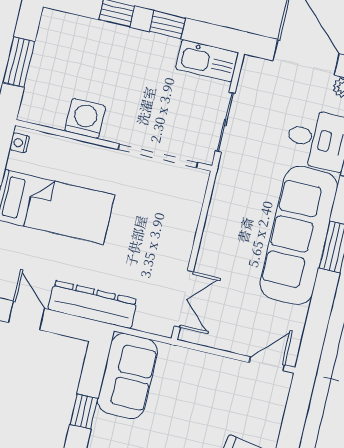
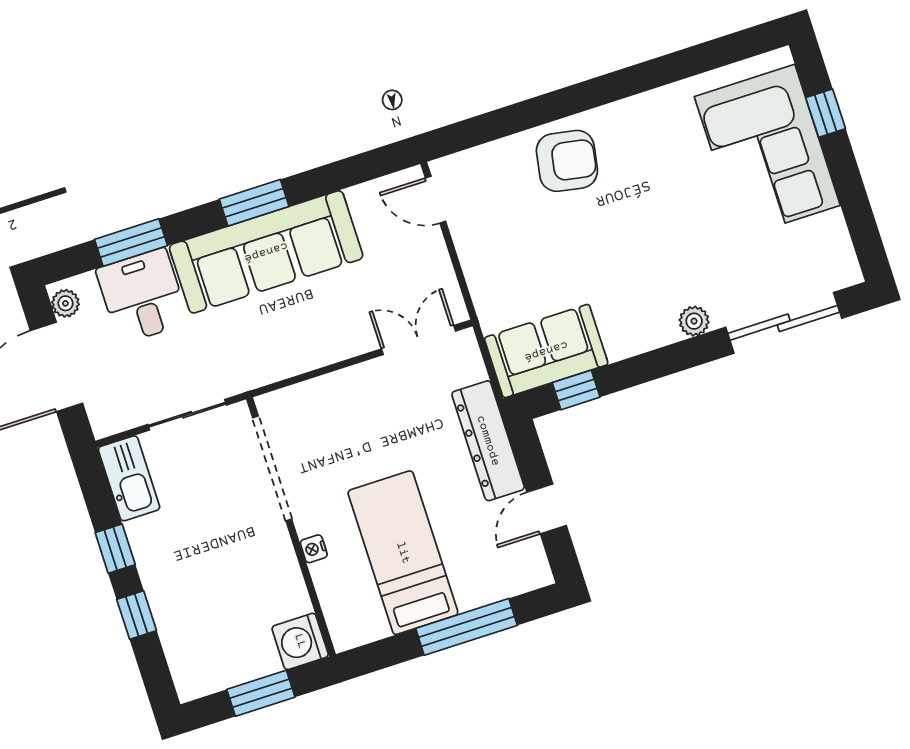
washing machine: (85, 118) -> (300, 641), moved
nightstand: (19, 143) -> (314, 549), moved, turned 90
window: (84, 411) -> (576, 390), moved

